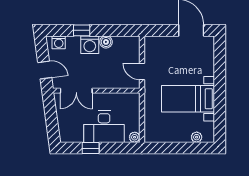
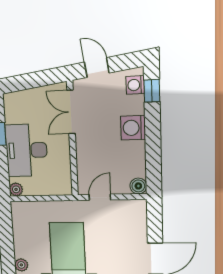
window: (82, 30) -> (152, 91), moved
boiler: (106, 42) -> (138, 186), moved
door: (45, 70) -> (97, 68), swing flipped

